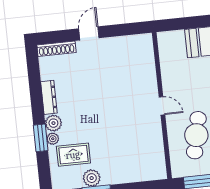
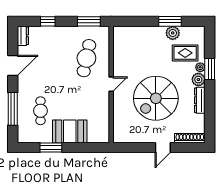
spiral stairs: (104, 94) -> (156, 98), added
door: (162, 106) -> (111, 84), swing flipped

